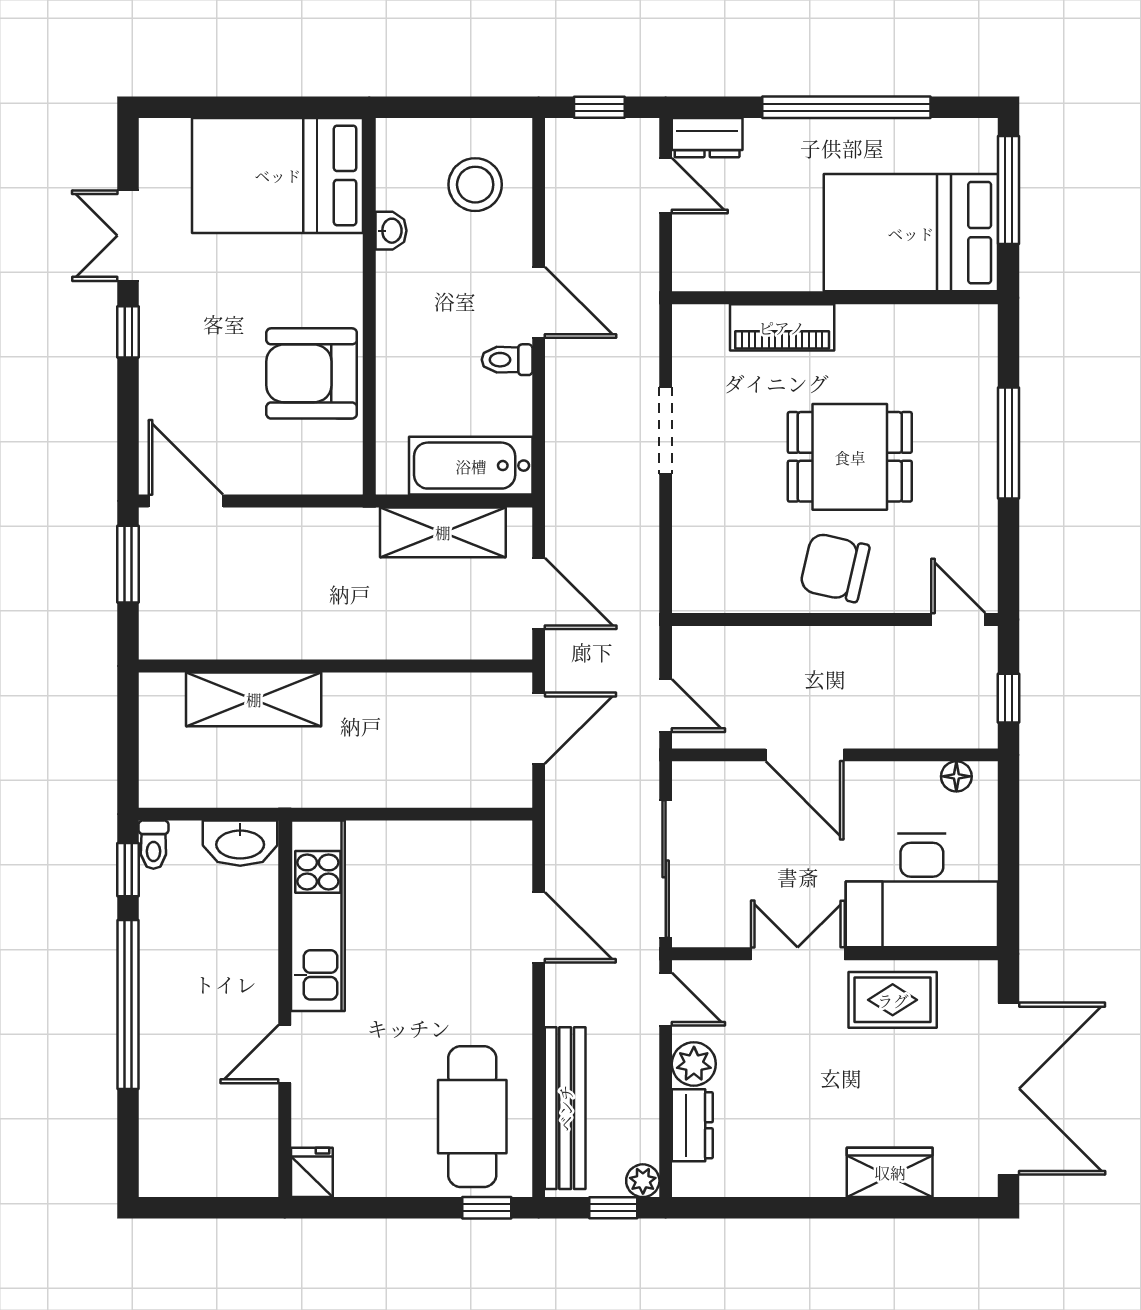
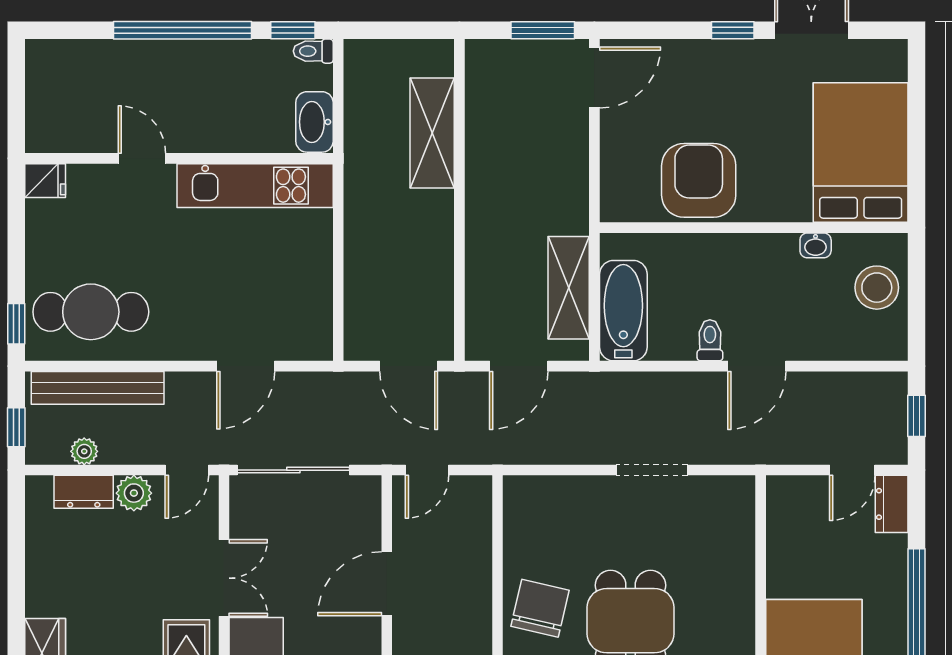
stool: (475, 185) -> (877, 288), moved
piano: (782, 327) -> (736, 565), removed
plant: (643, 1181) -> (84, 451), moved

